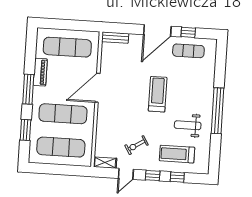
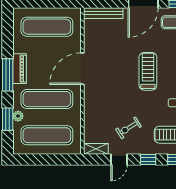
bench: (115, 38) -> (103, 13), width x1.36
piano: (40, 72) -> (19, 69), moved
plant: (35, 128) -> (18, 116), added

